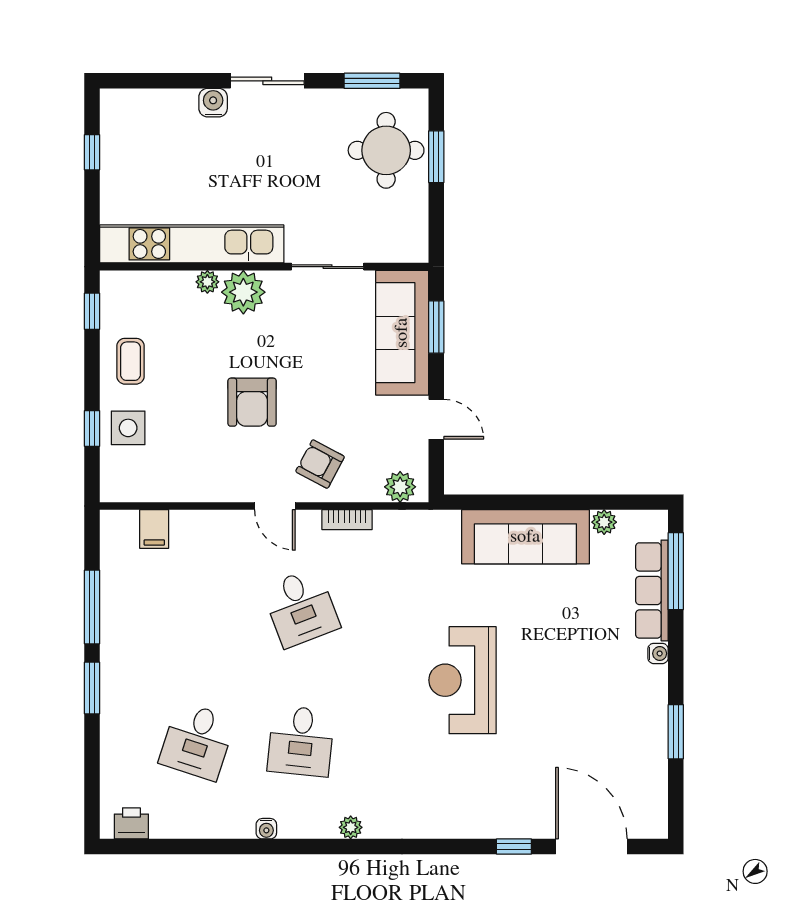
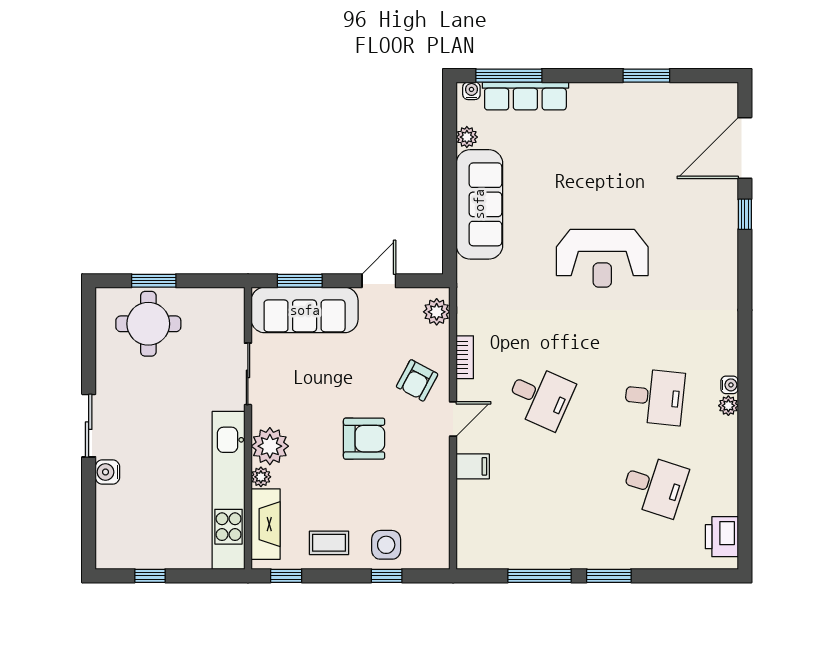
window: (372, 81) -> (89, 336), removed
fireplace: (152, 287) -> (266, 524), added
filing cabinet: (154, 529) -> (473, 466), moved
desk: (301, 608) -> (540, 397), turned 45
water cooler: (658, 653) -> (471, 91), moved
printer: (131, 823) -> (722, 537), width x1.36, depth x1.24
plant: (351, 827) -> (728, 406), moved
water cooler: (266, 829) -> (730, 385), moved

